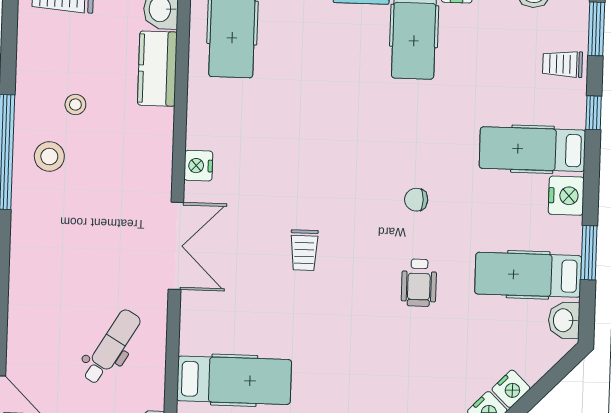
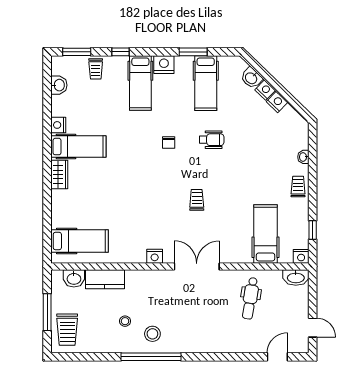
trolley: (304, 250) -> (197, 200), turned -90
washbasin: (564, 320) -> (251, 78), moved, turned 44
dental chair: (111, 347) -> (250, 298), turned -112

